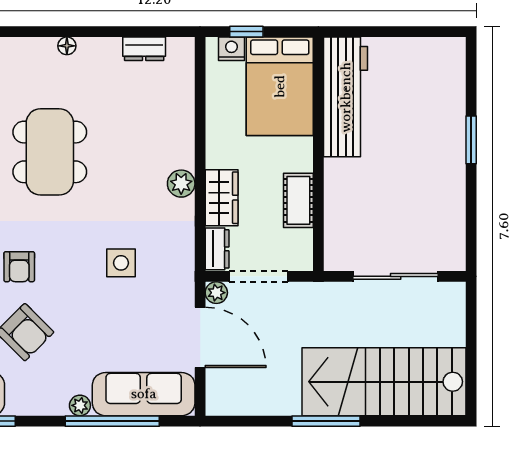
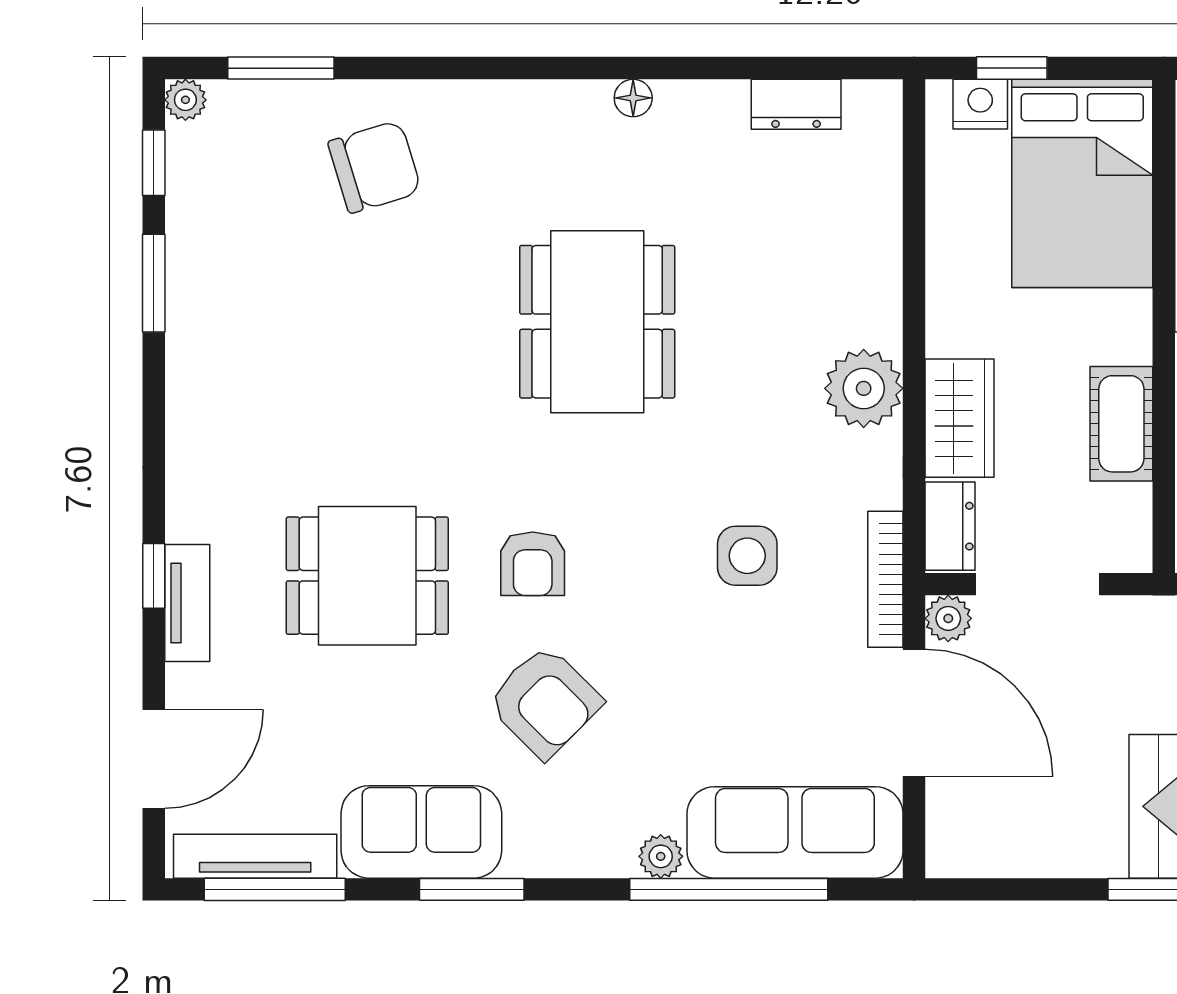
plant: (181, 184) -> (864, 388), width x1.36, depth x1.36
bookcase: (186, 274) -> (885, 579), added

